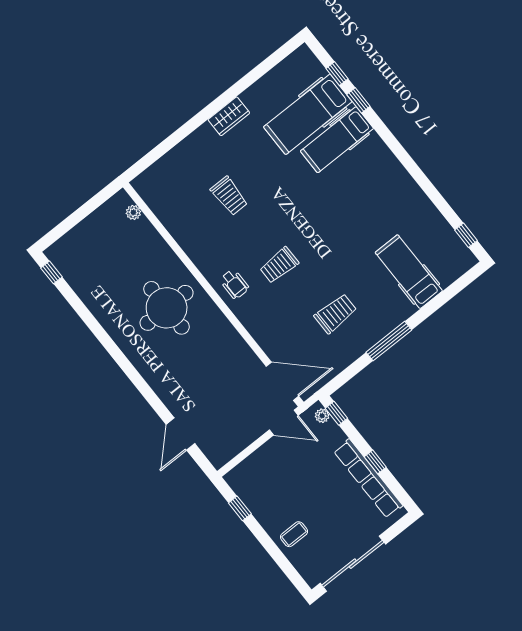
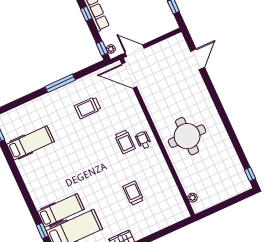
trolley: (279, 265) -> (125, 142), moved, turned 90
hospital bed: (409, 272) -> (30, 143), moved, turned -90

